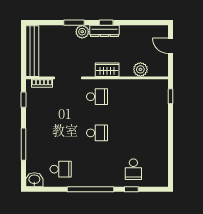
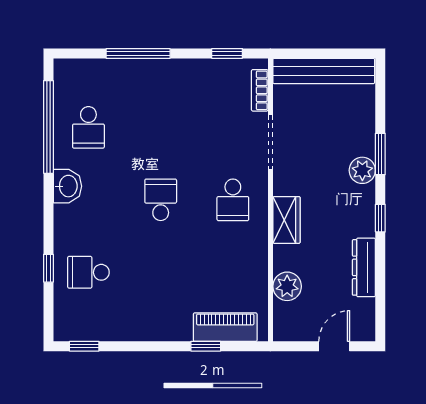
dresser: (104, 31) -> (364, 267), moved
window: (171, 96) -> (206, 346), moved
piano: (161, 100) -> (225, 327), added
school desk: (97, 133) -> (161, 200), turned 180
window: (171, 171) -> (84, 346), added
washbasin: (34, 180) -> (67, 186), moved
window: (90, 189) -> (48, 127), moved

